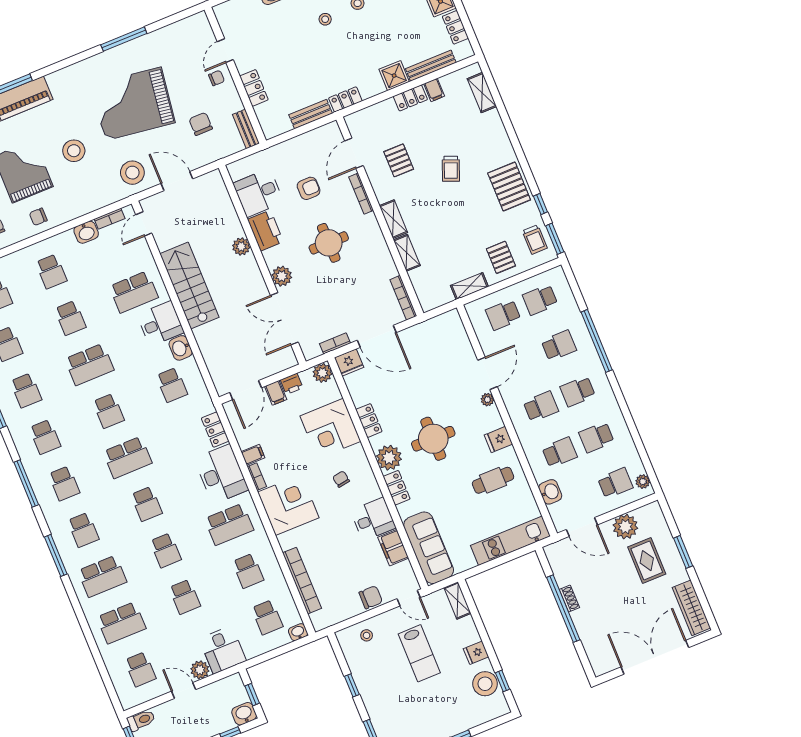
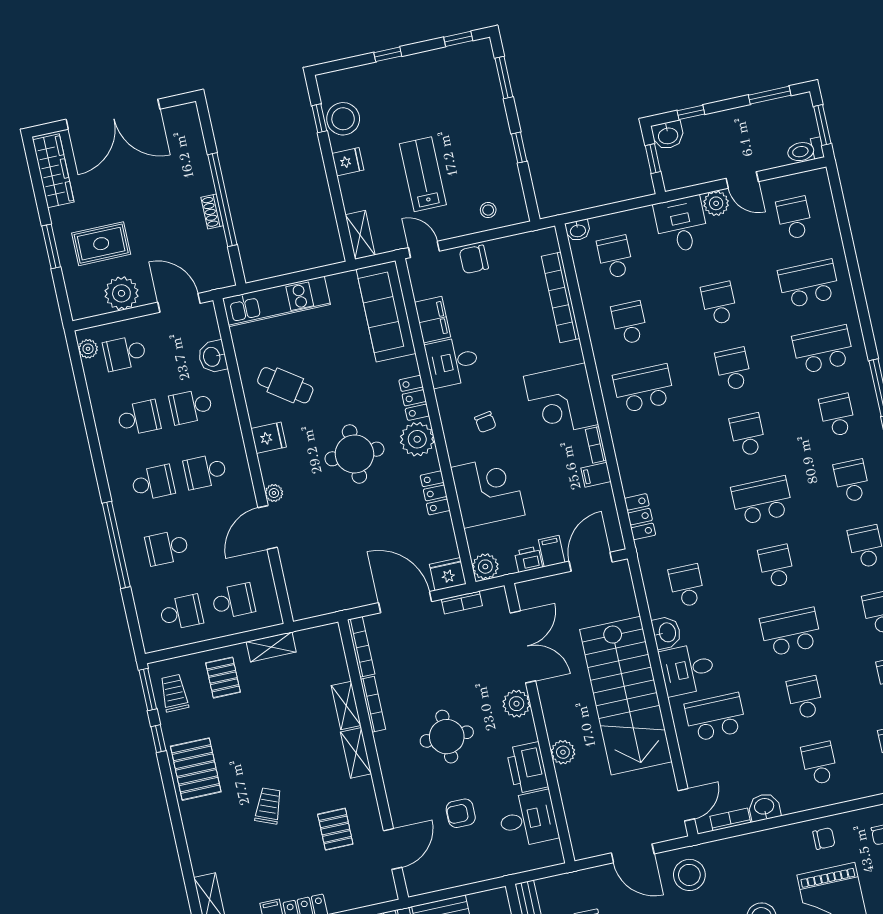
bookcase: (361, 194) -> (373, 704), moved
stairs: (189, 285) -> (626, 696), width x1.36, depth x1.51
desk: (221, 474) -> (642, 457), removed
cafe table: (493, 480) -> (285, 385), turned 35
rug: (647, 561) -> (101, 244), turned 90

